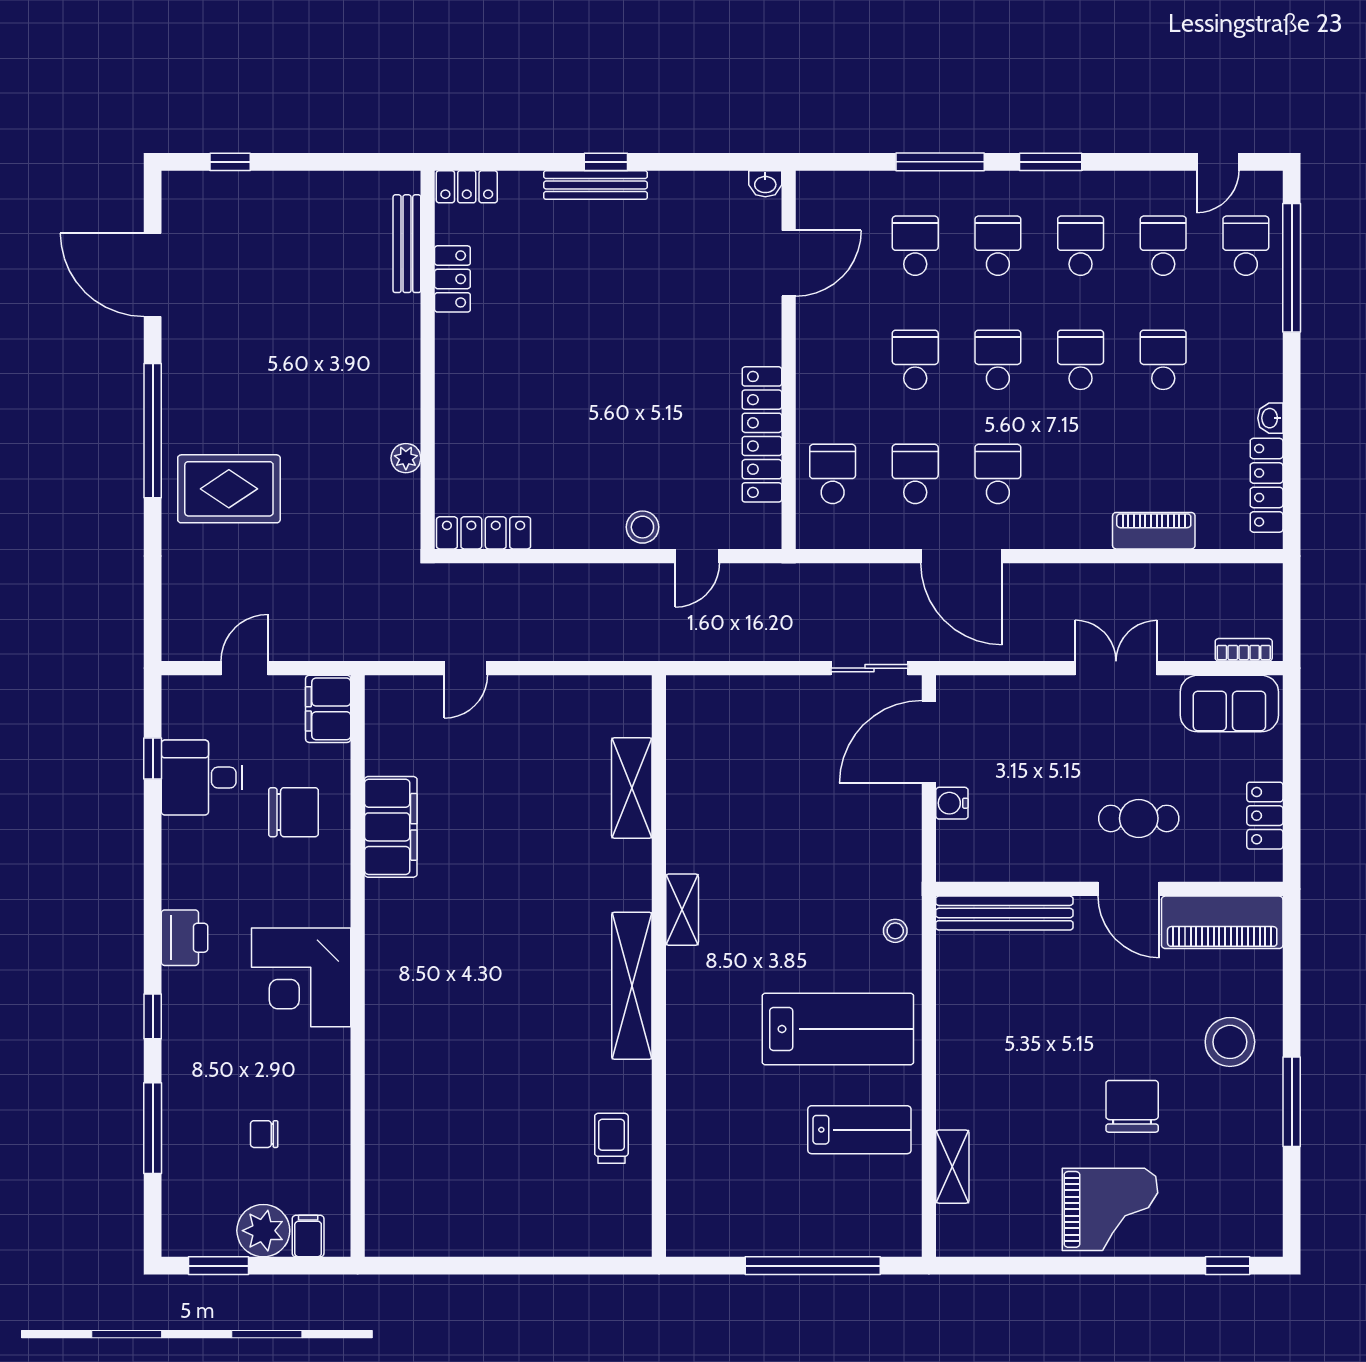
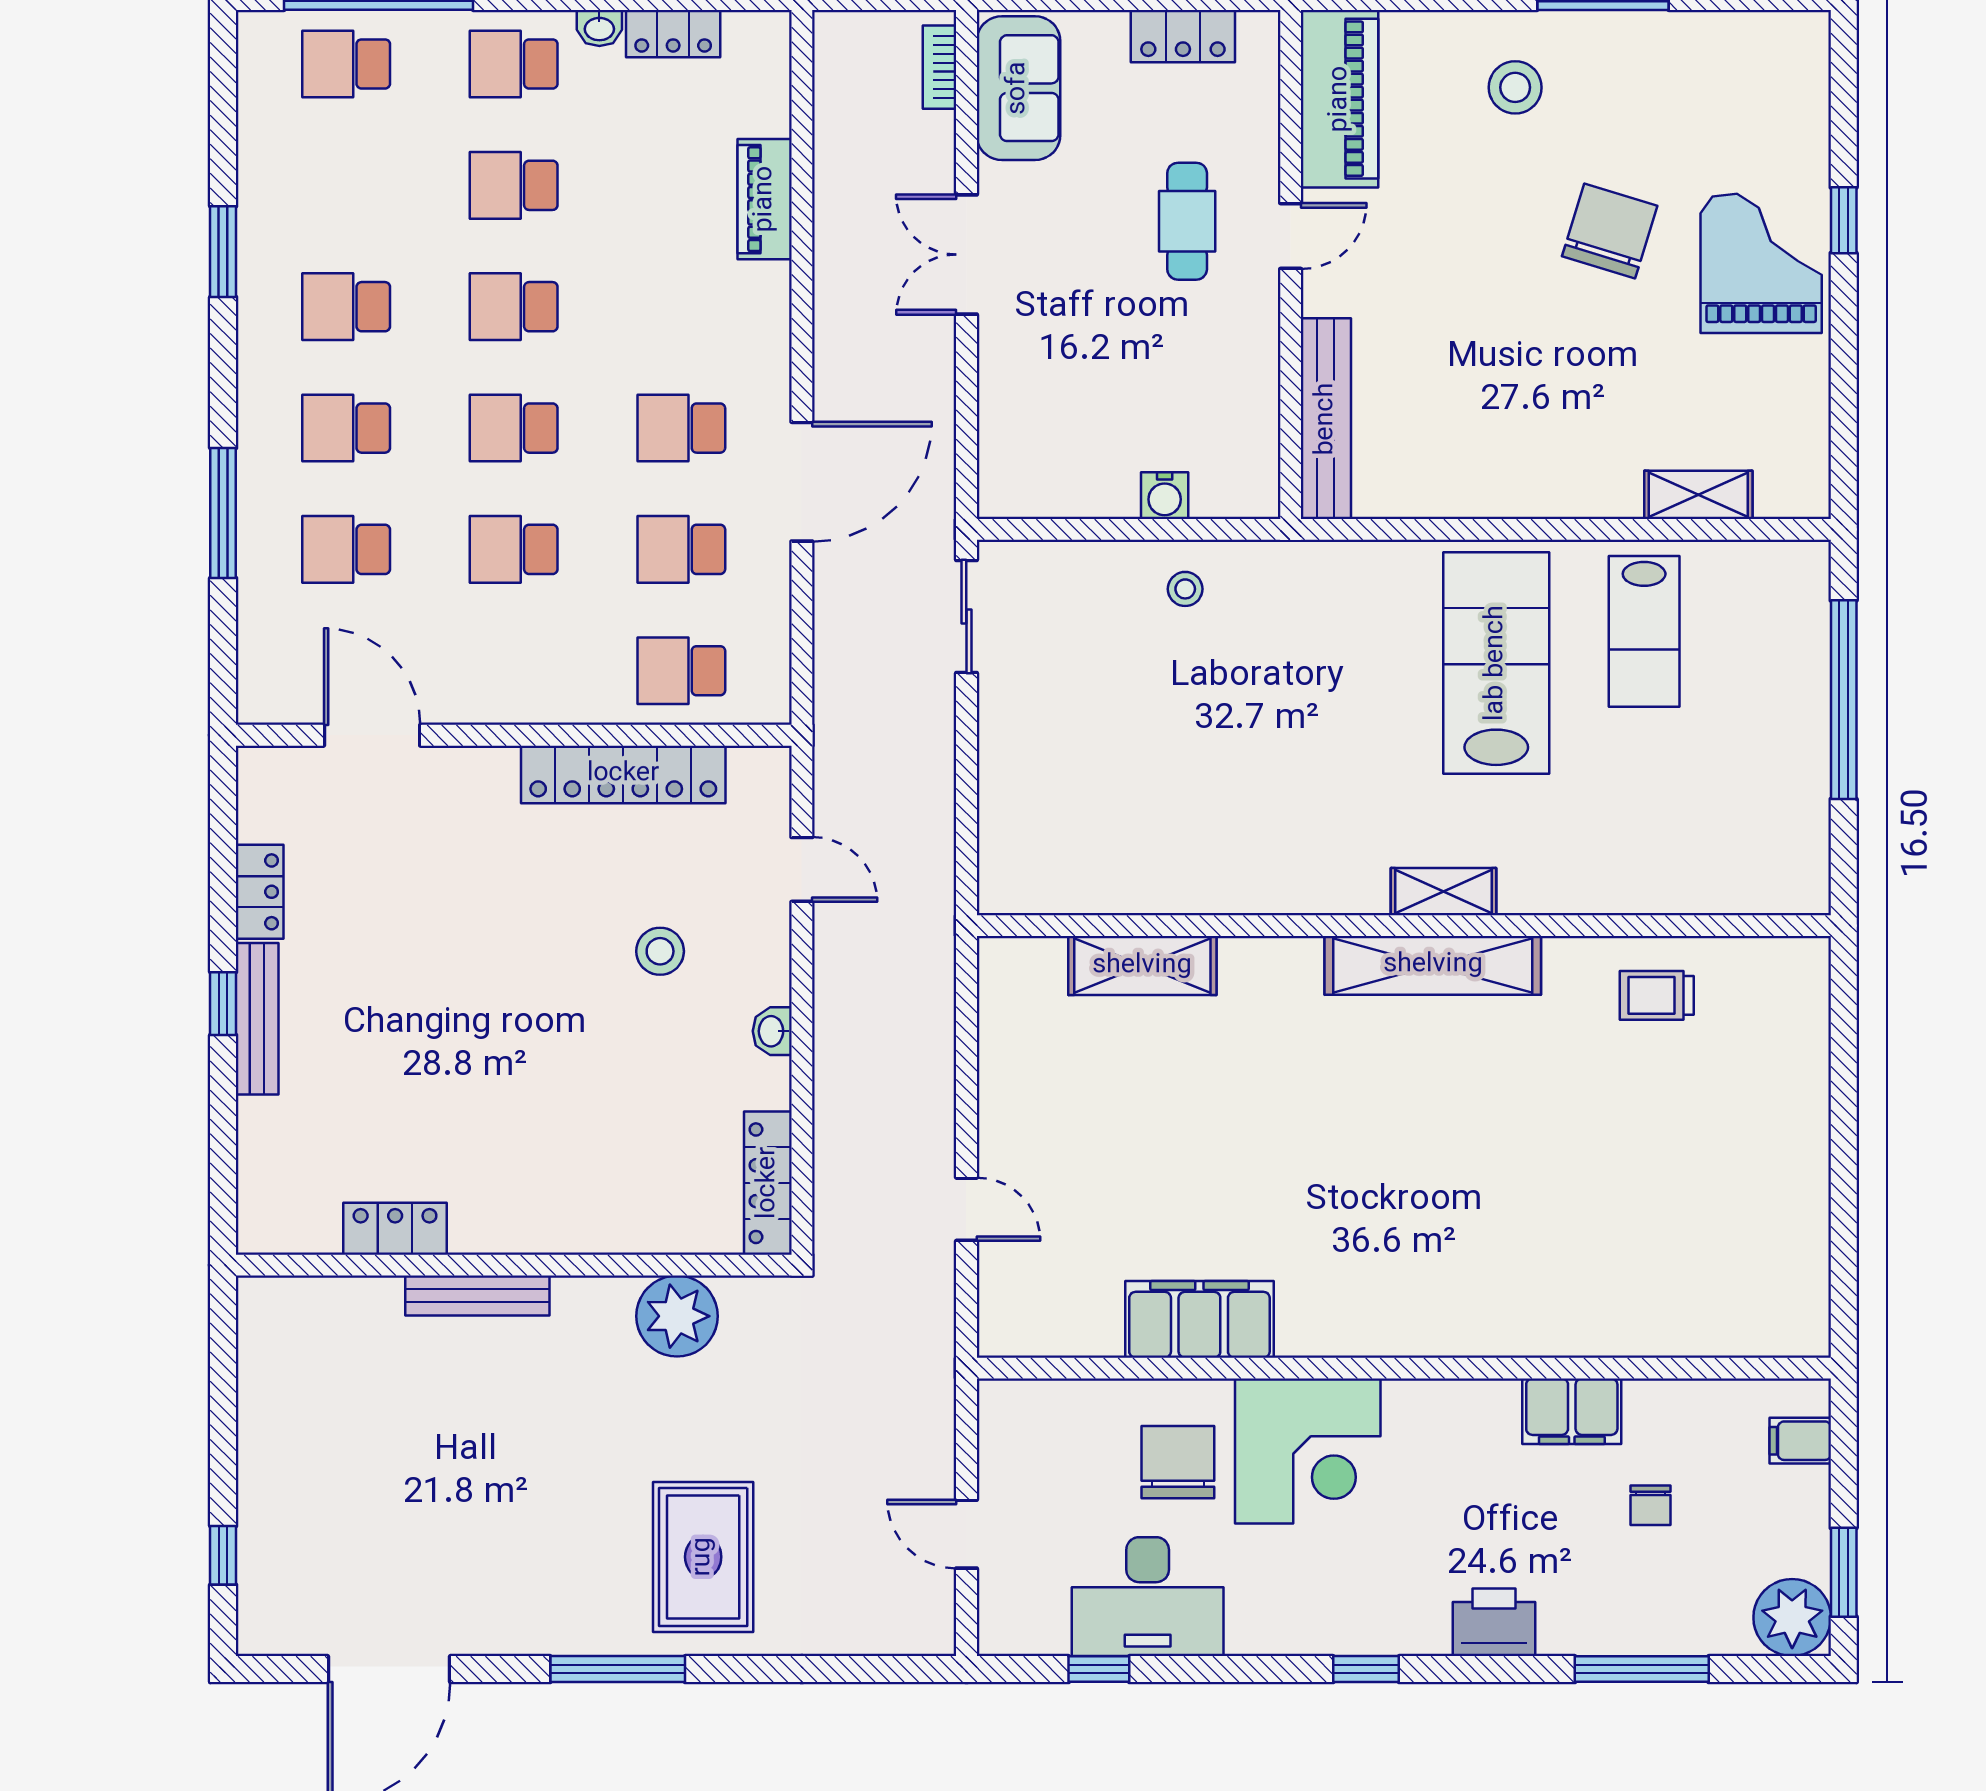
window: (1051, 162) -> (223, 252), moved
door: (1218, 162) -> (223, 105), removed
washbasin: (765, 184) -> (772, 1031), moved, turned 180
locker: (467, 187) -> (260, 892), moved
bench: (407, 244) -> (477, 1296), moved
school desk: (1163, 246) -> (514, 64), moved
window: (153, 431) -> (618, 1669), width x0.68
plant: (406, 458) -> (677, 1316), width x1.87, depth x1.87
locker: (1267, 485) -> (673, 34), width x0.66
stool: (642, 527) -> (660, 951), moved
filing cabinet: (328, 709) -> (1572, 1411), moved
door: (929, 742) -> (1075, 529), removed
desk: (202, 778) -> (1148, 1597), width x1.37
door: (1129, 889) -> (1291, 236), width x0.73
shelving: (682, 910) -> (1443, 892), moved
stool: (895, 931) -> (1185, 589), moved
printer: (184, 938) -> (1494, 1622), moved
corner desk: (301, 977) -> (1308, 1451), moved
window: (153, 1016) -> (1366, 1669), moved
stool: (1230, 1042) -> (1515, 87), width x0.73, depth x0.73
chair: (1132, 1106) -> (1610, 231), turned 107
lab bench: (859, 1130) -> (1644, 631), turned 180
plant: (263, 1231) -> (1792, 1618), moved
window: (1228, 1266) -> (1844, 220), moved

